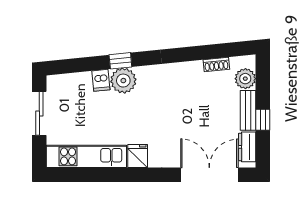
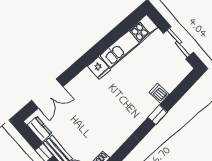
plant: (123, 81) -> (146, 105), removed
double door: (209, 175) -> (47, 94), width x0.73

